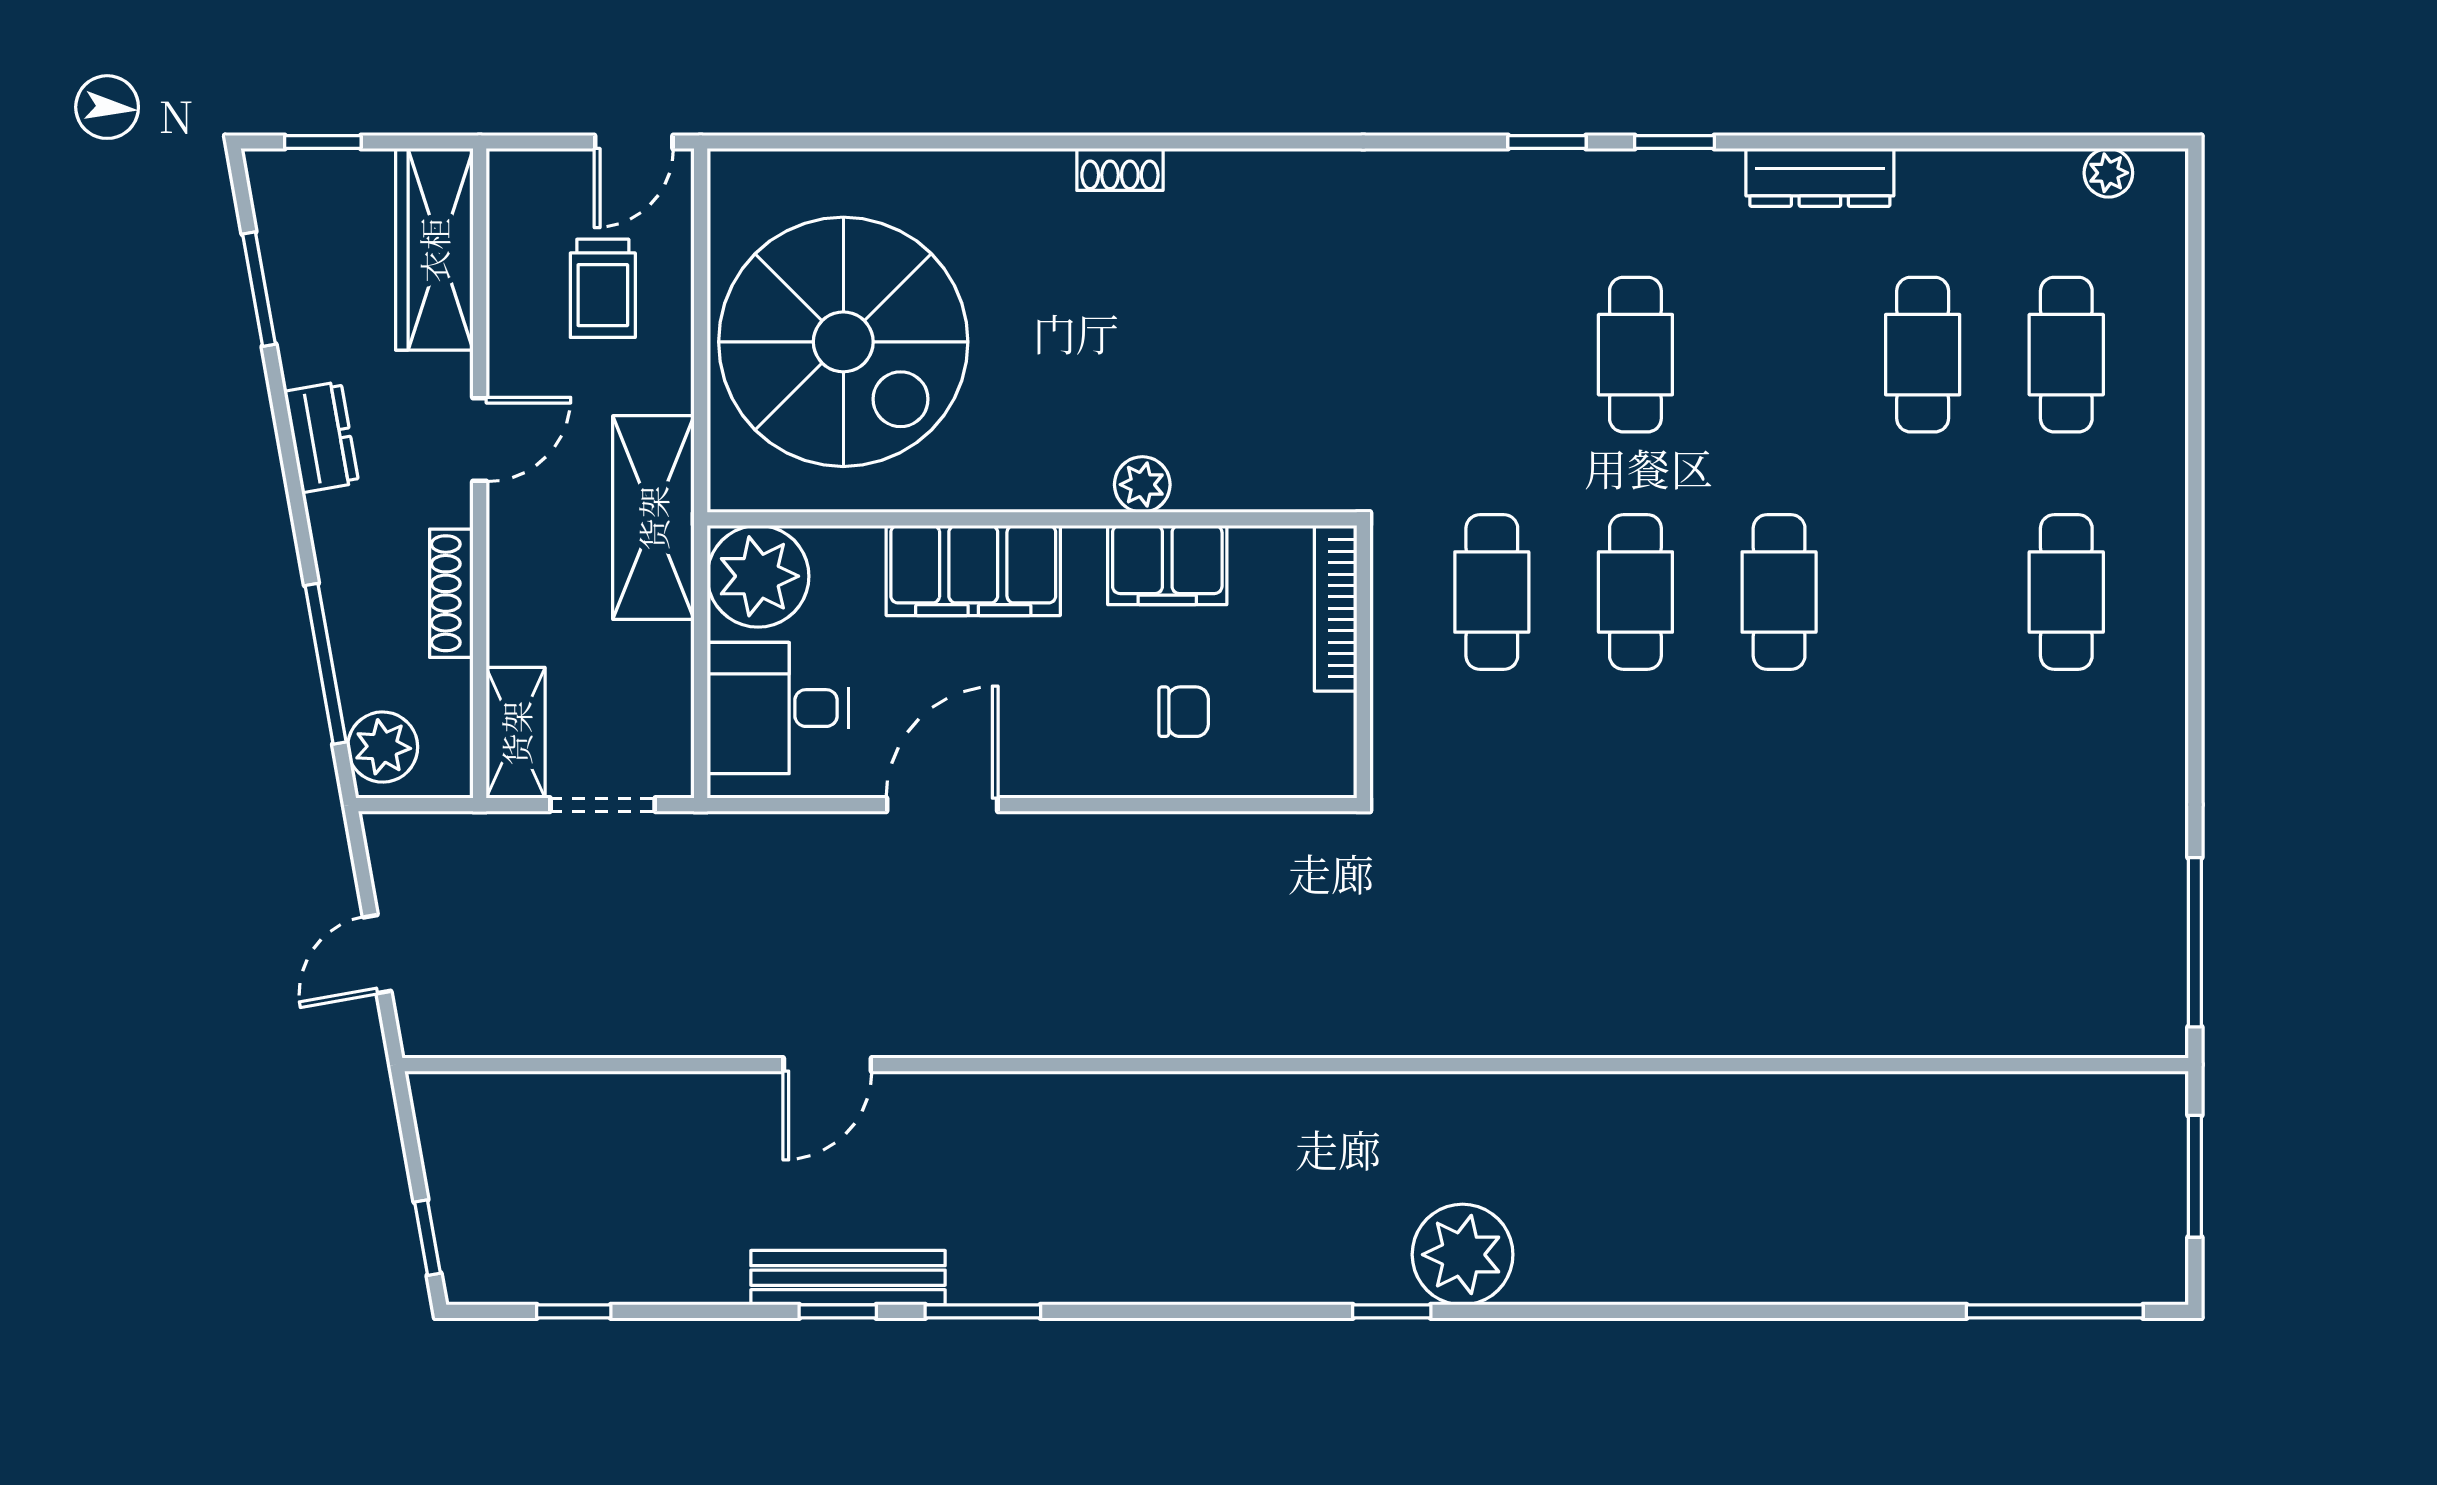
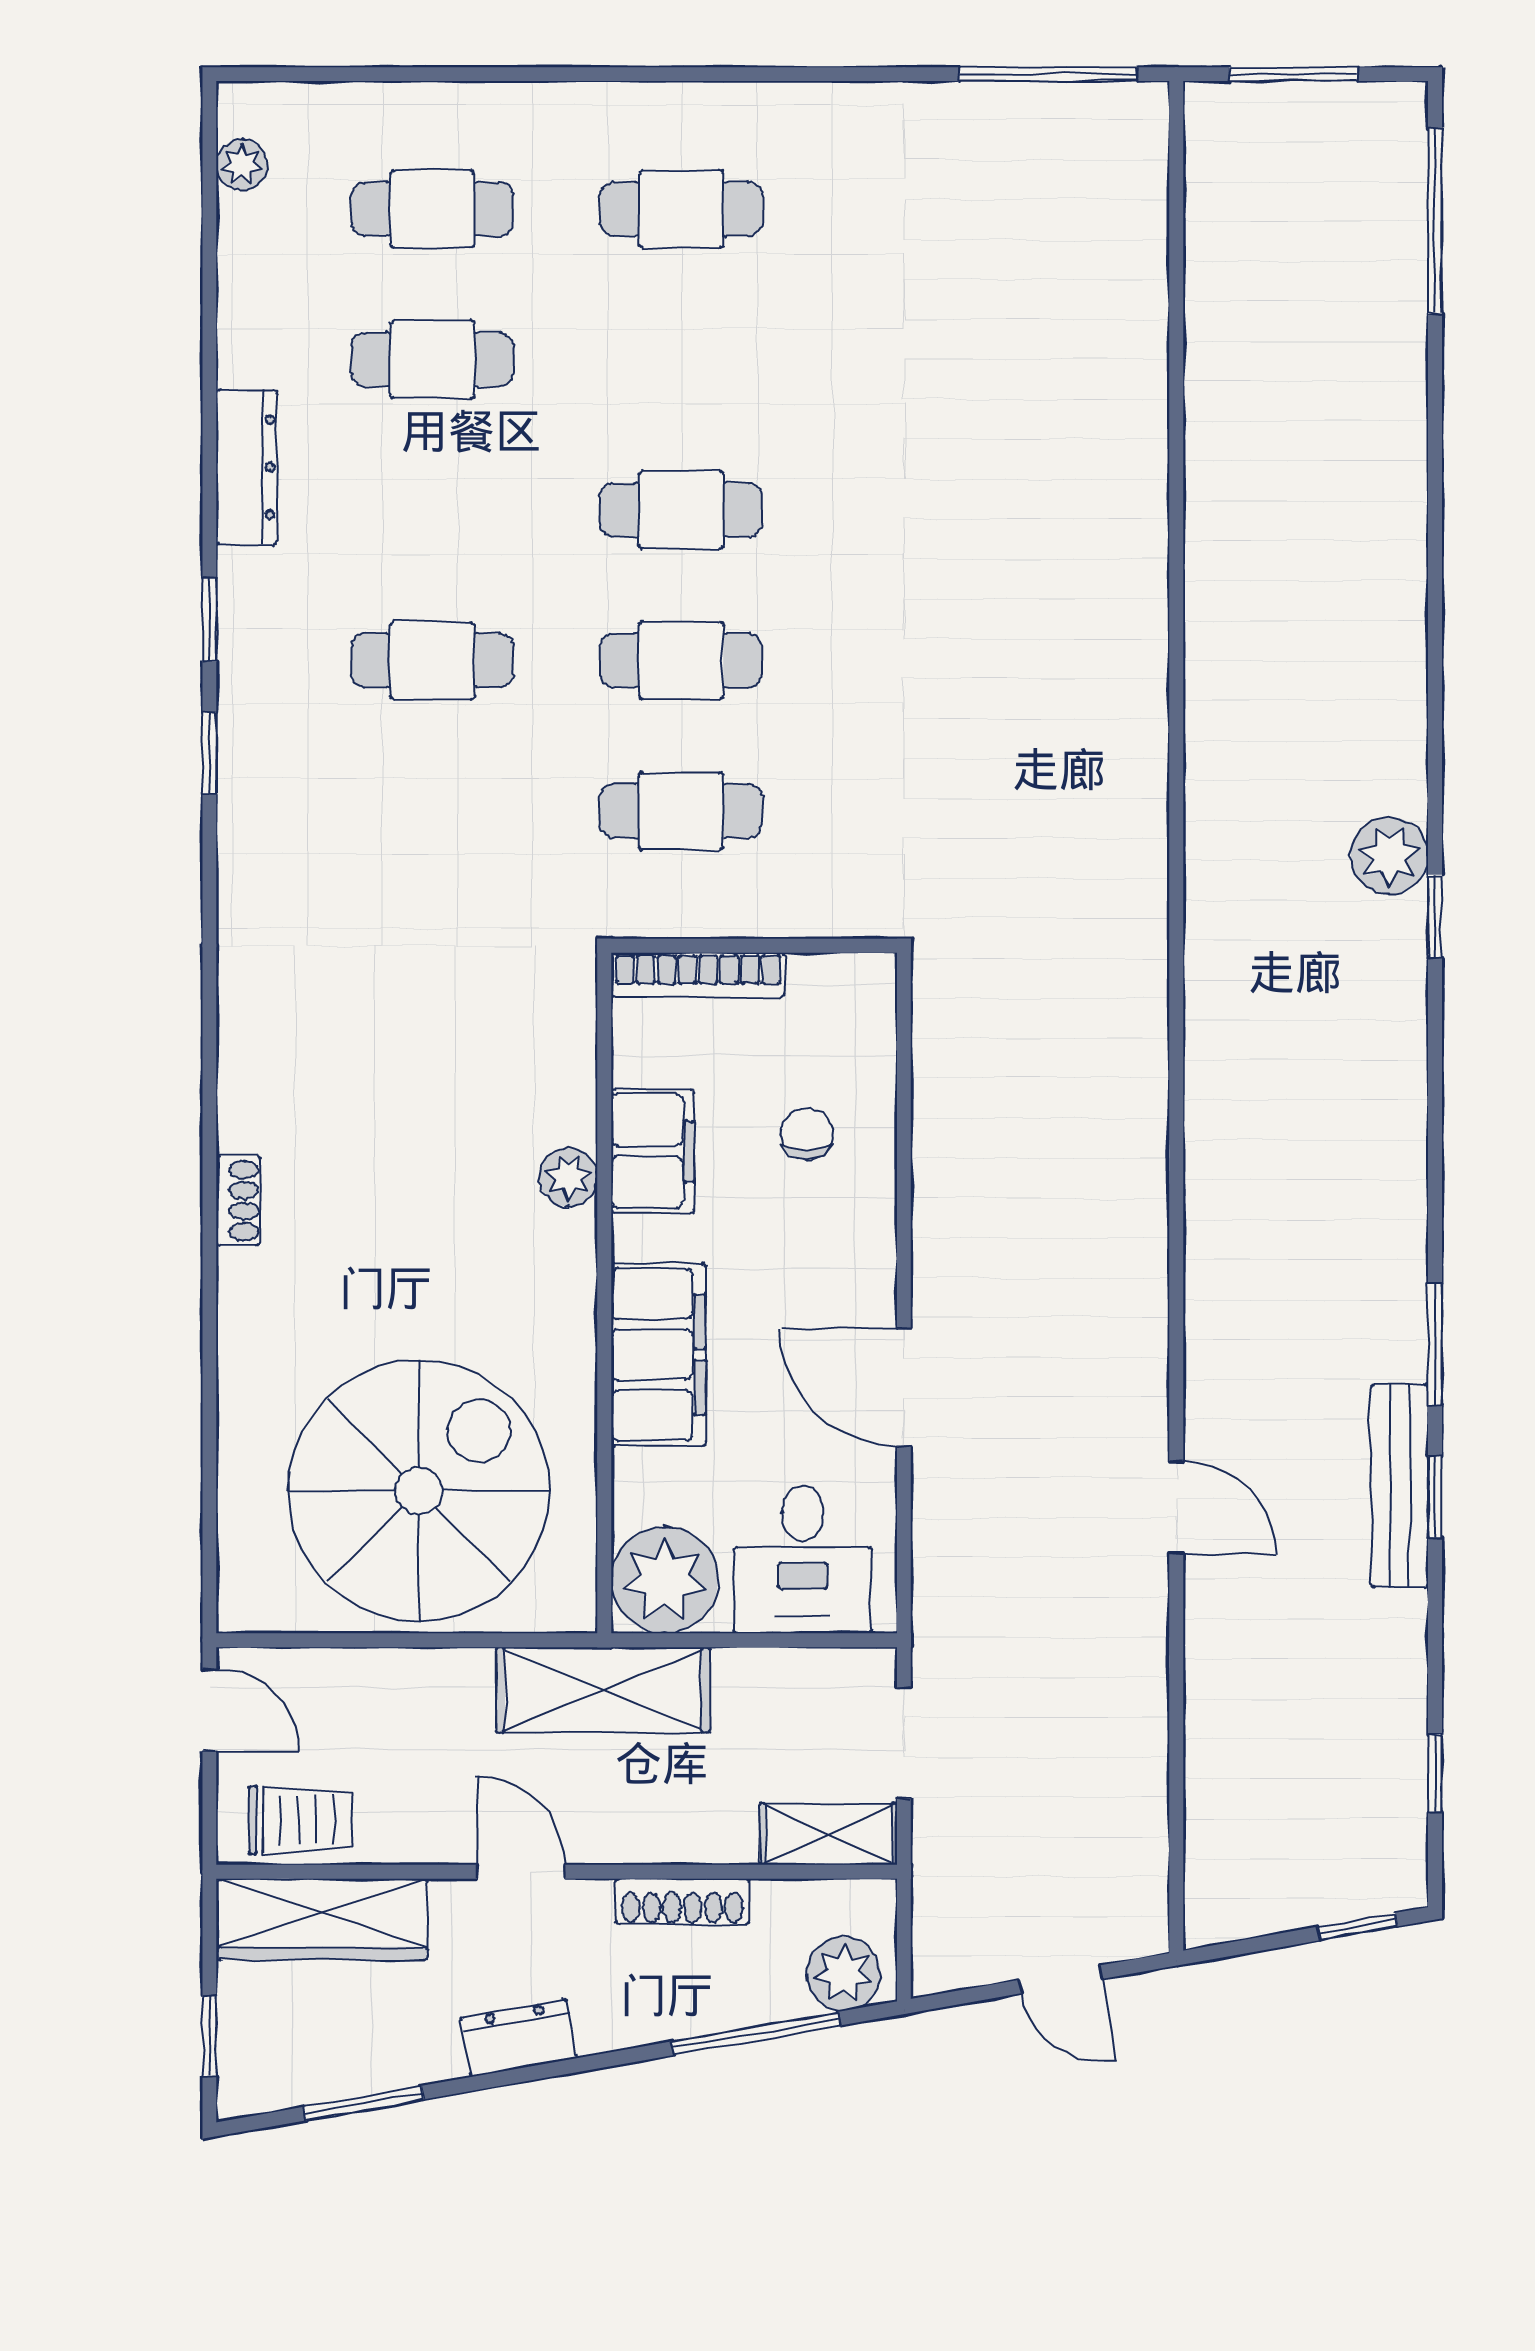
trolley: (603, 288) -> (300, 1820), moved
plant: (1463, 1255) -> (1390, 856), width x0.73, depth x0.73

